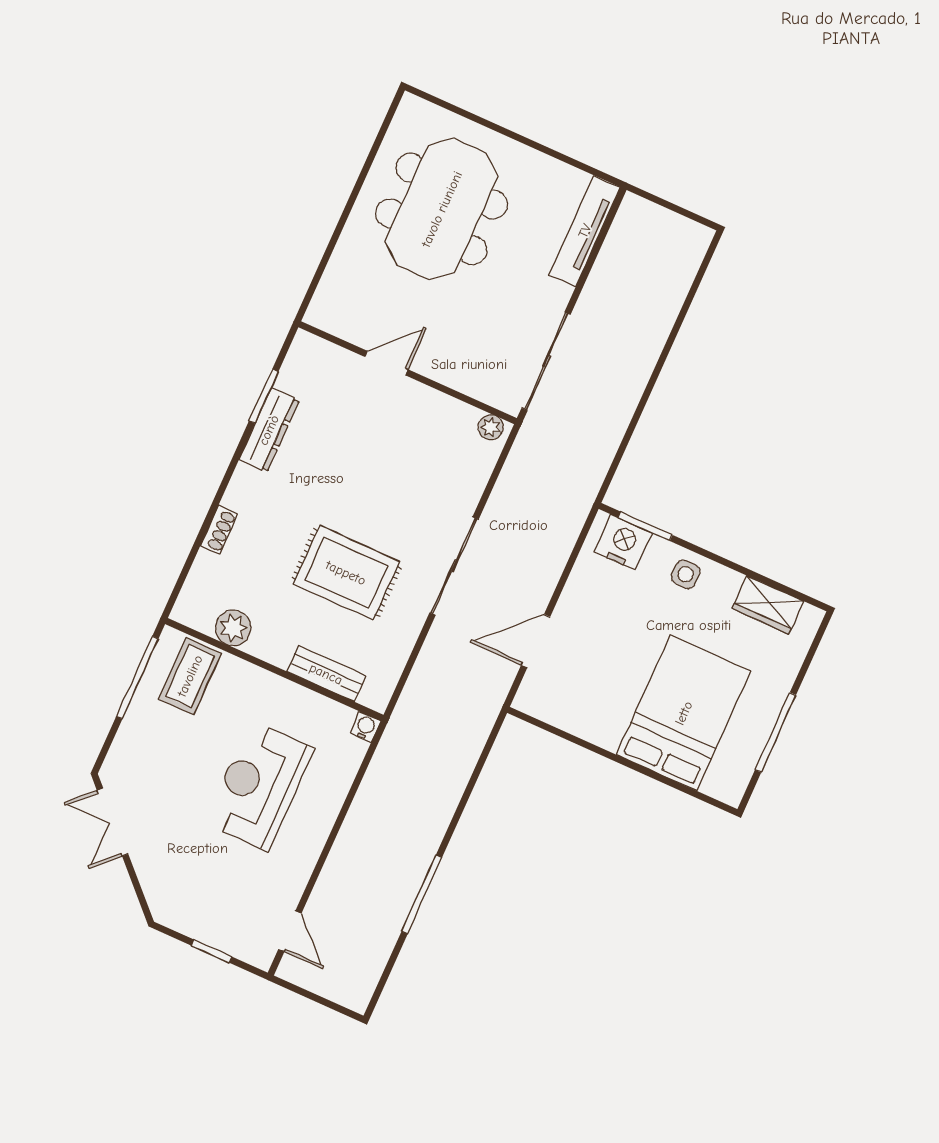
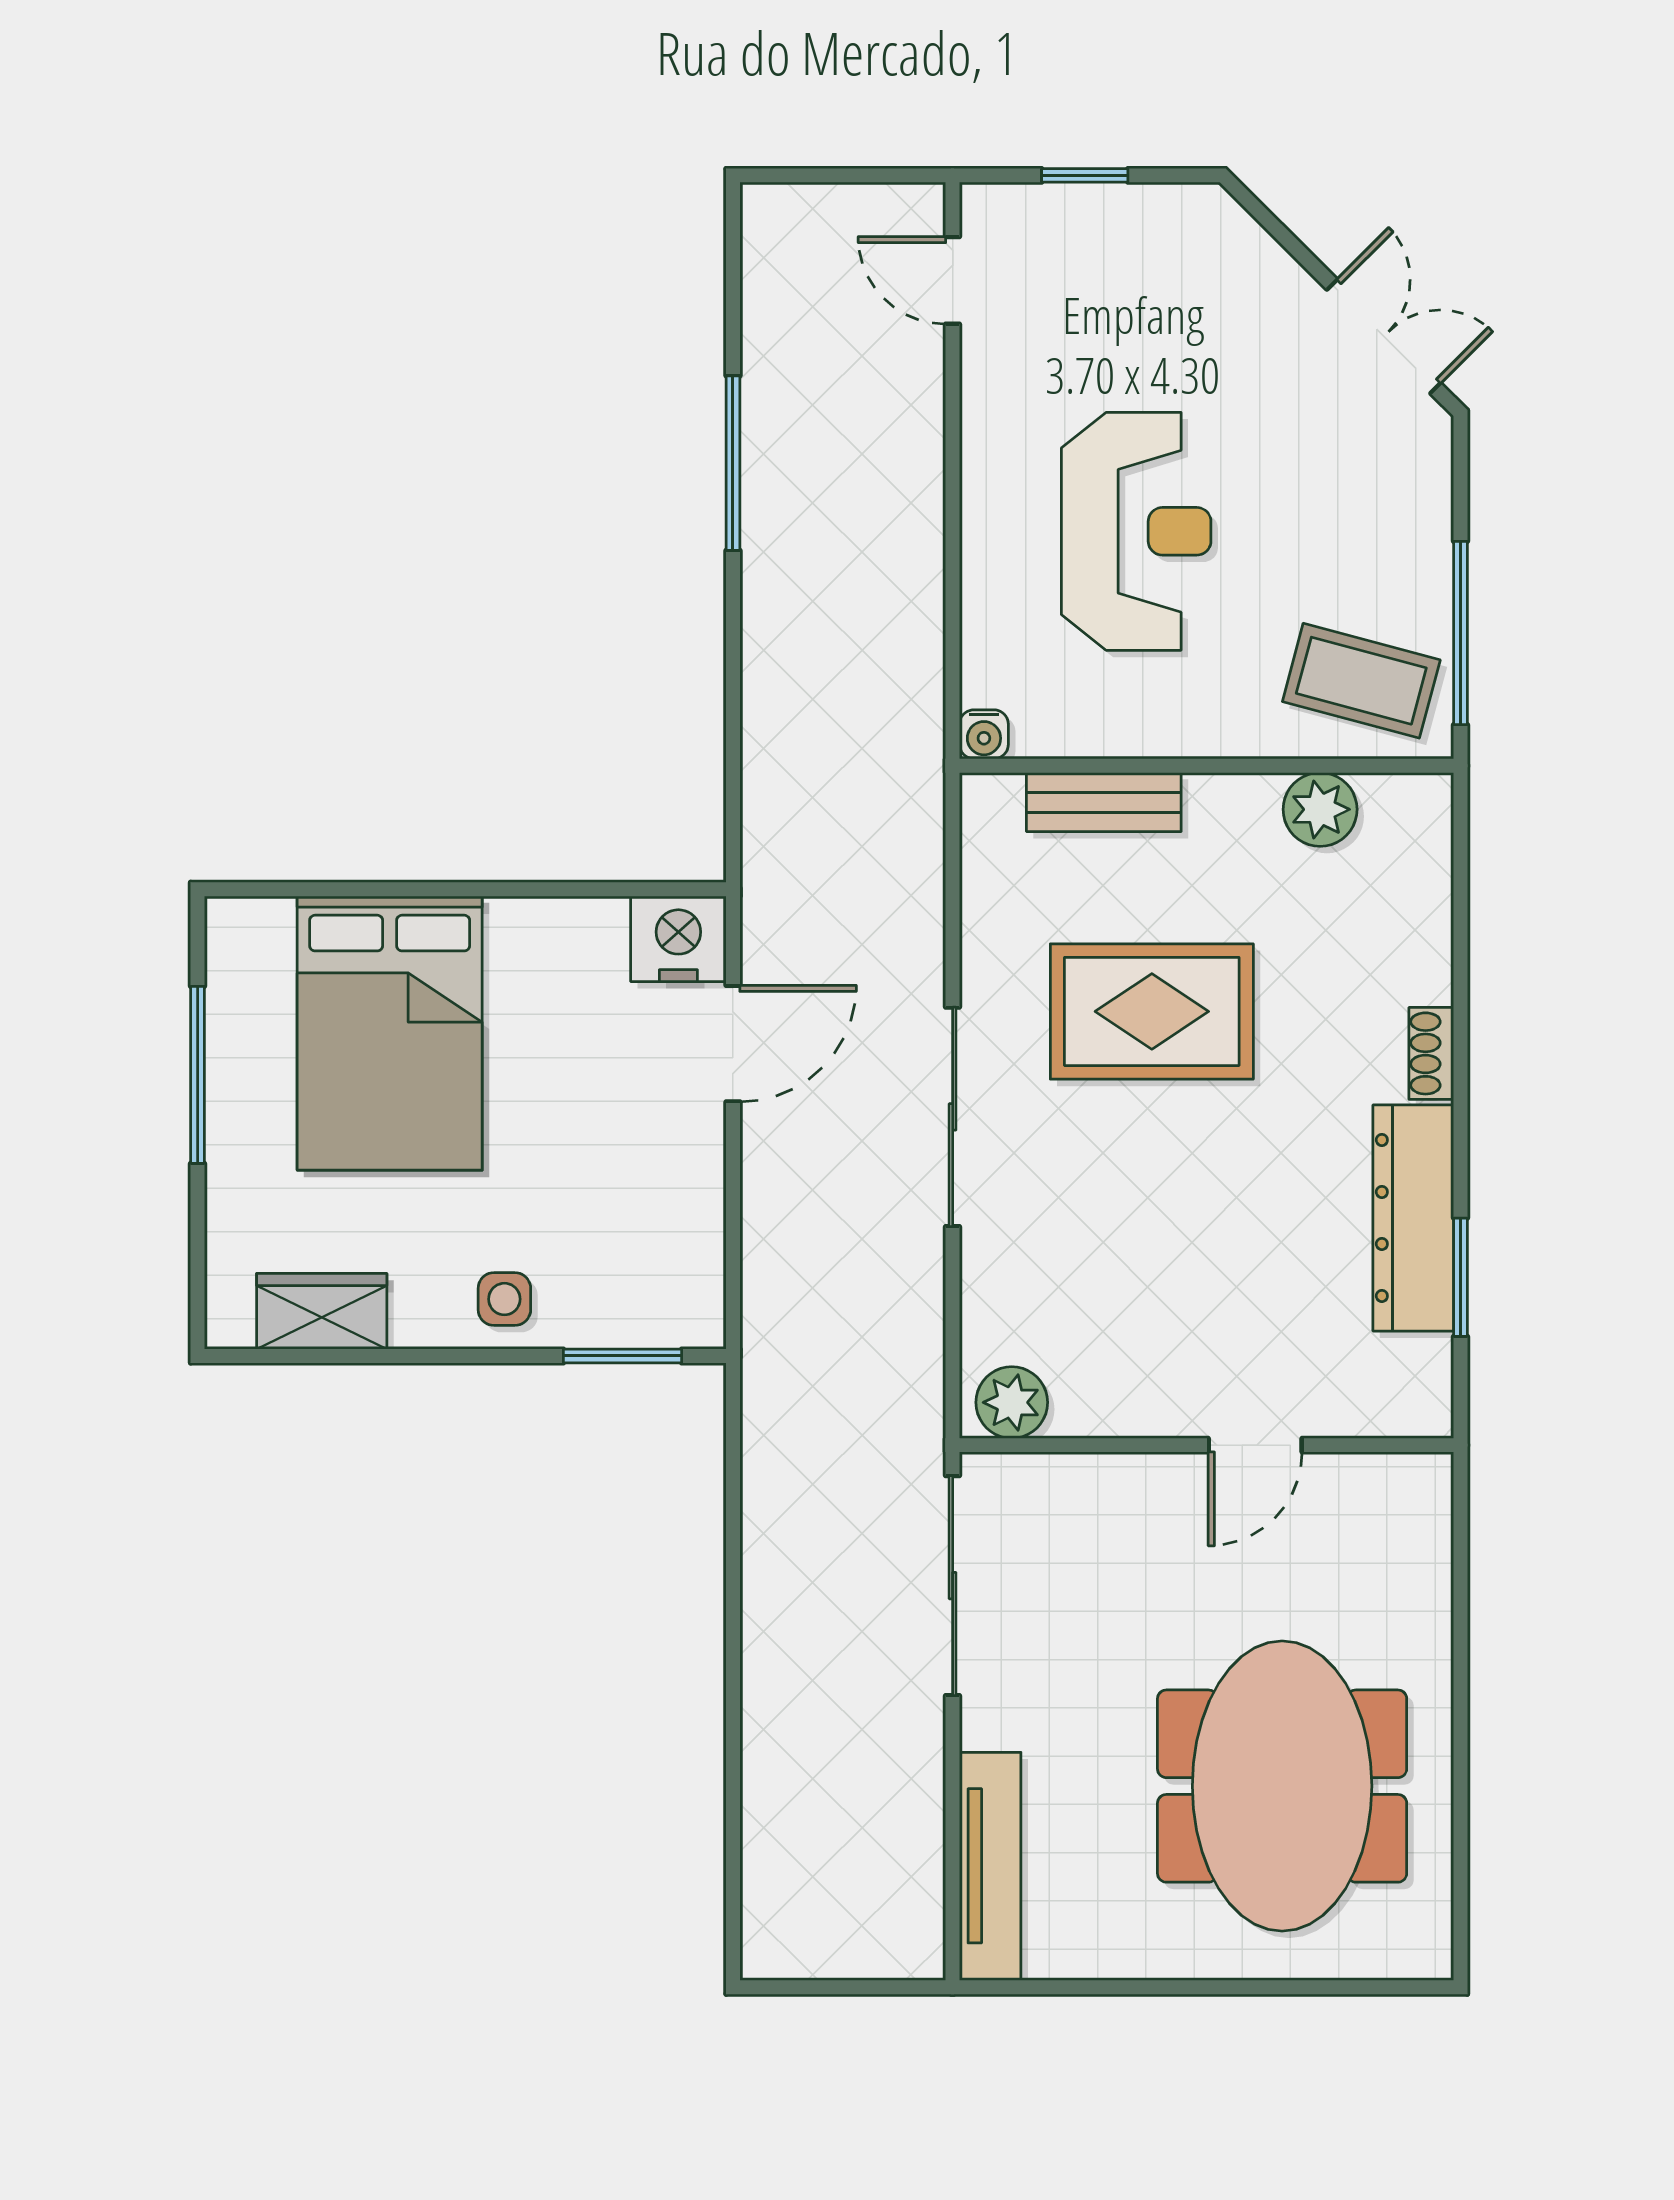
plant: (490, 427) -> (1012, 1402), width x1.38, depth x1.38
dresser: (269, 430) -> (1413, 1218), width x1.37, depth x1.24
shoe rack: (219, 530) -> (1431, 1053), moved
nightstand: (623, 542) -> (678, 939), moved, turned 180
coffee table: (190, 676) -> (1361, 681), turned -75

